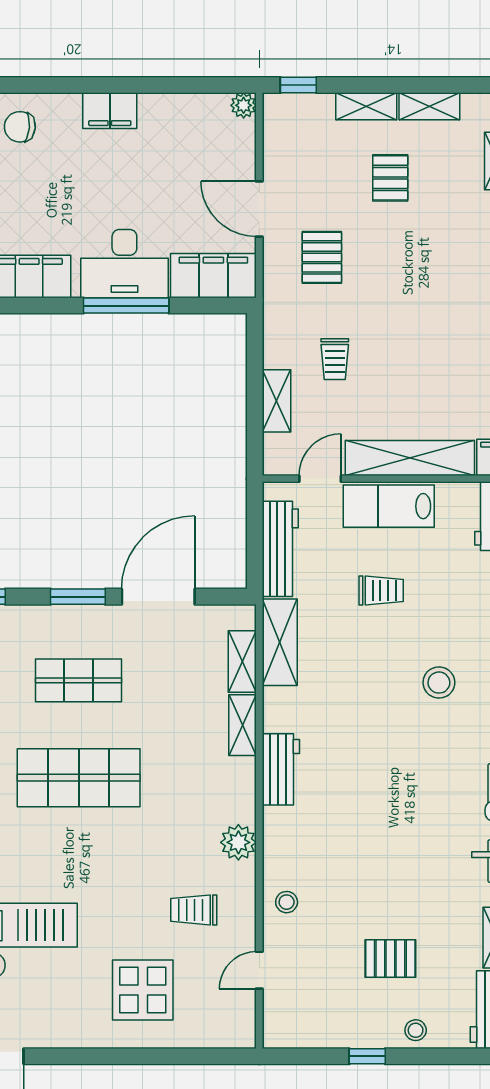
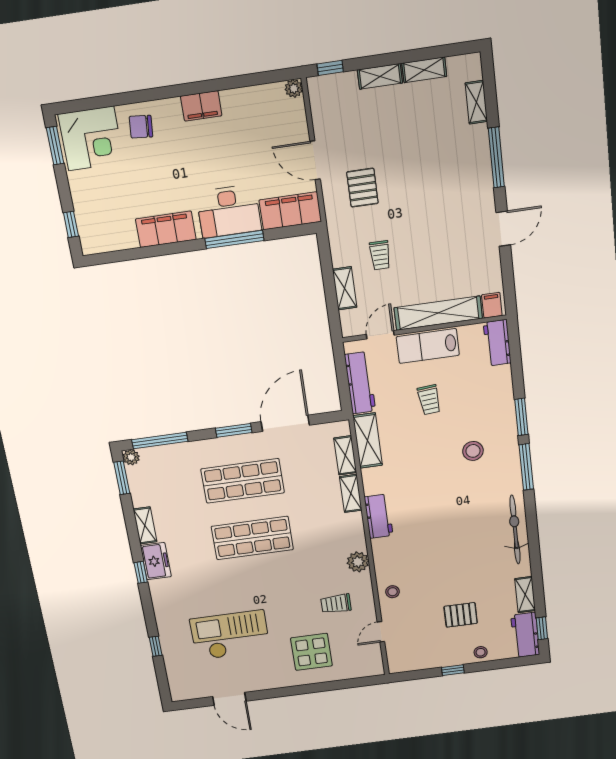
pallet: (390, 178) -> (403, 125), removed
trolley: (381, 591) -> (429, 400), turned 85
shop shelf: (79, 680) -> (243, 481), width x1.43, depth x1.36

